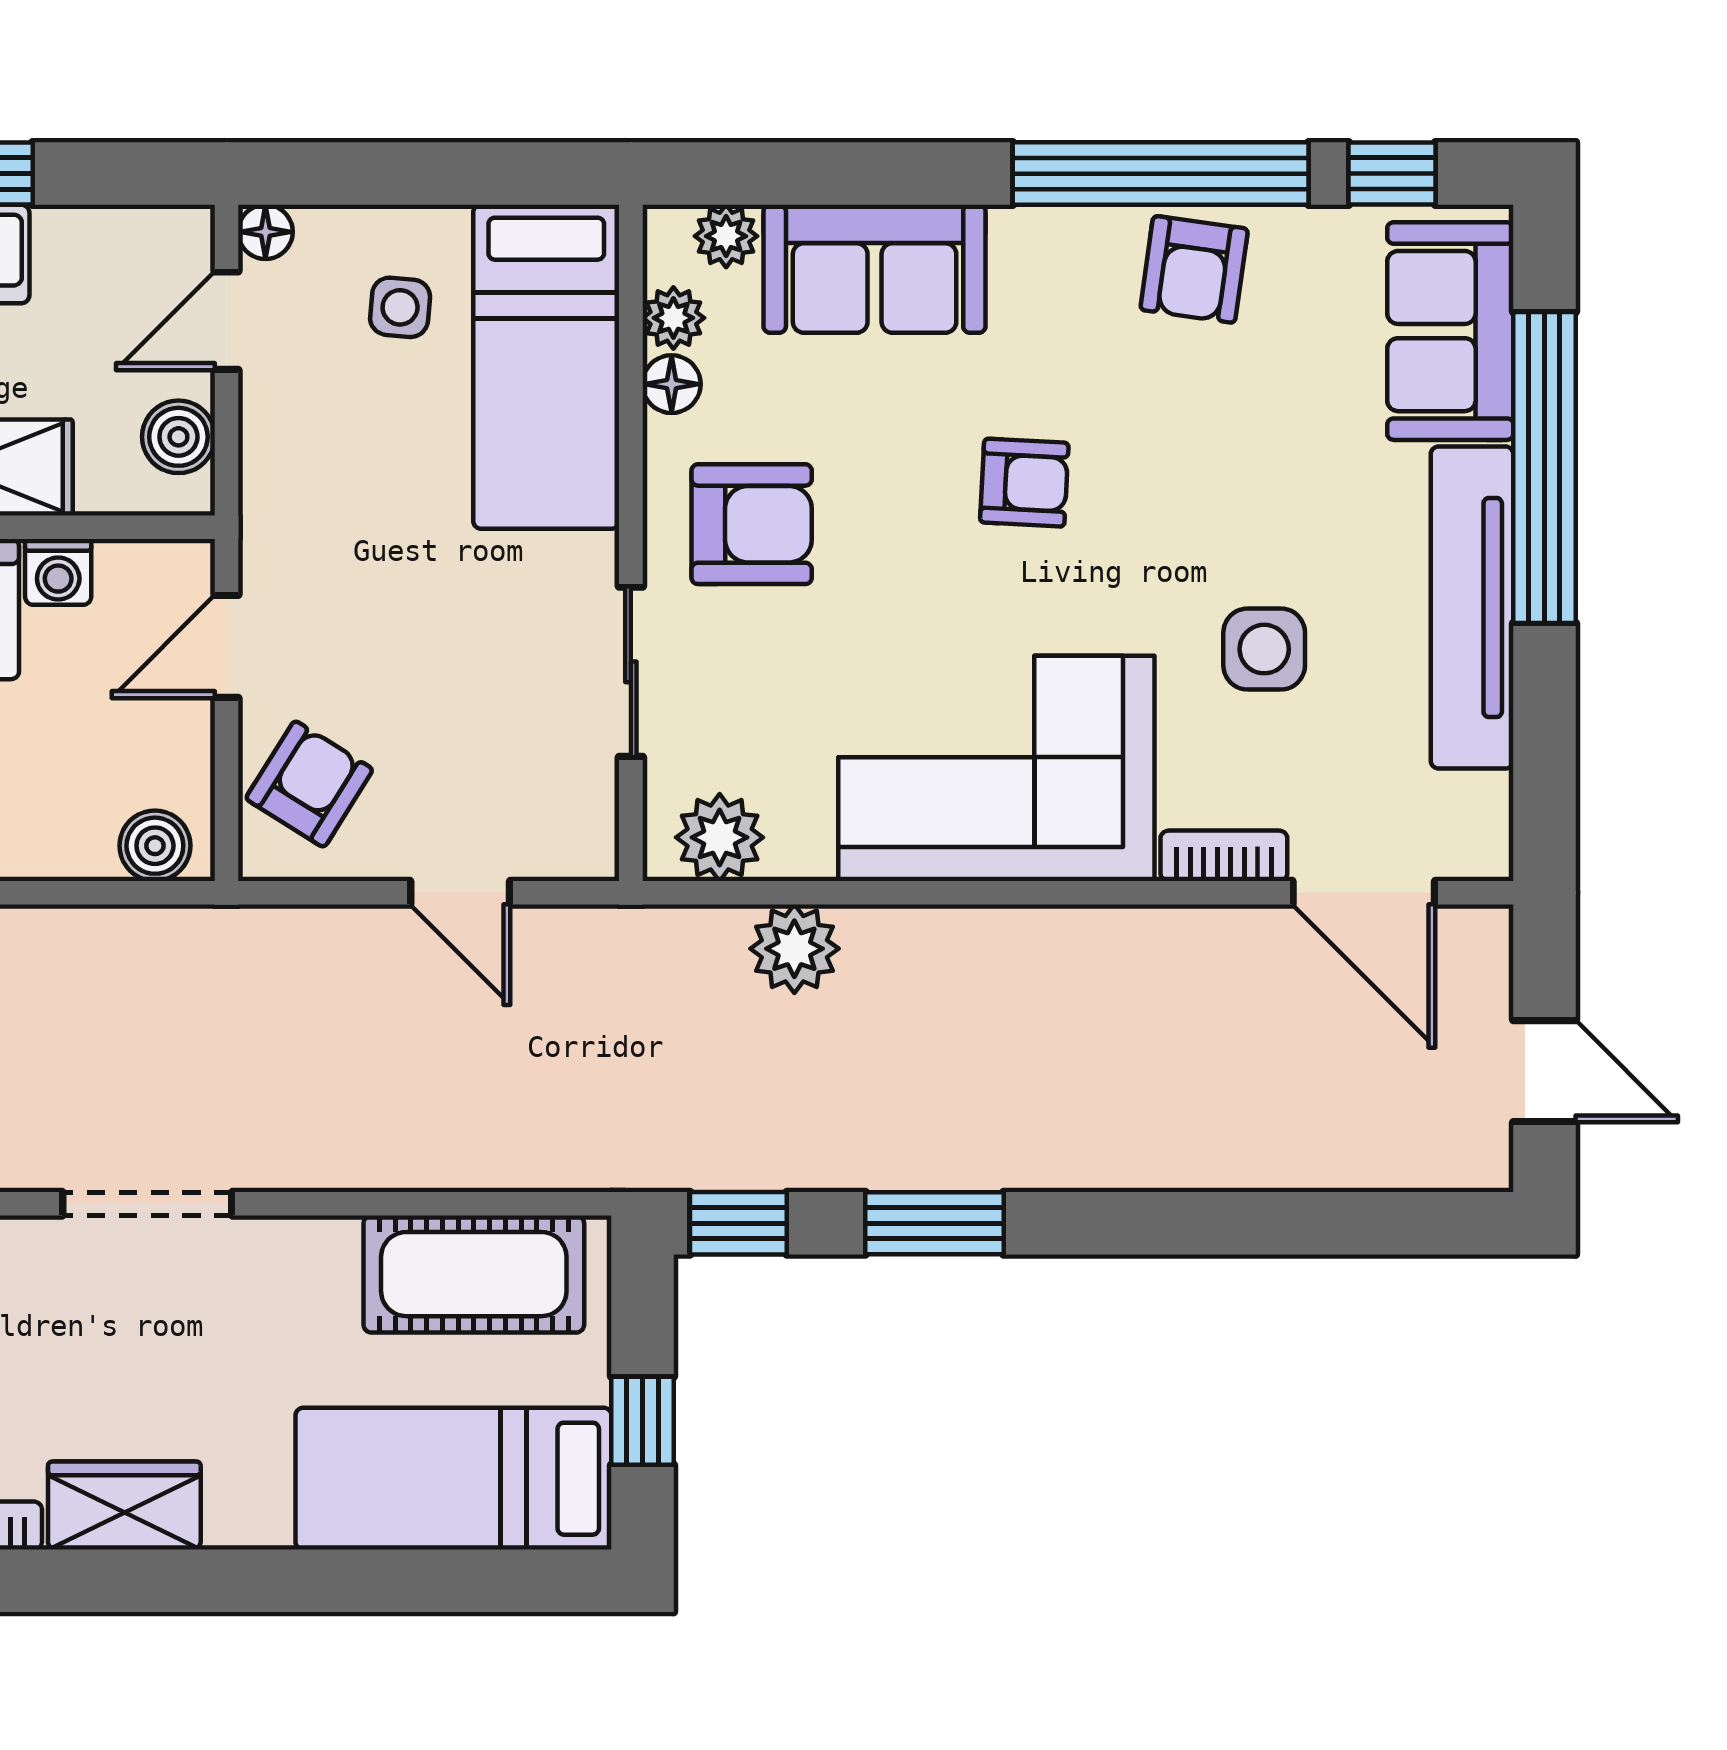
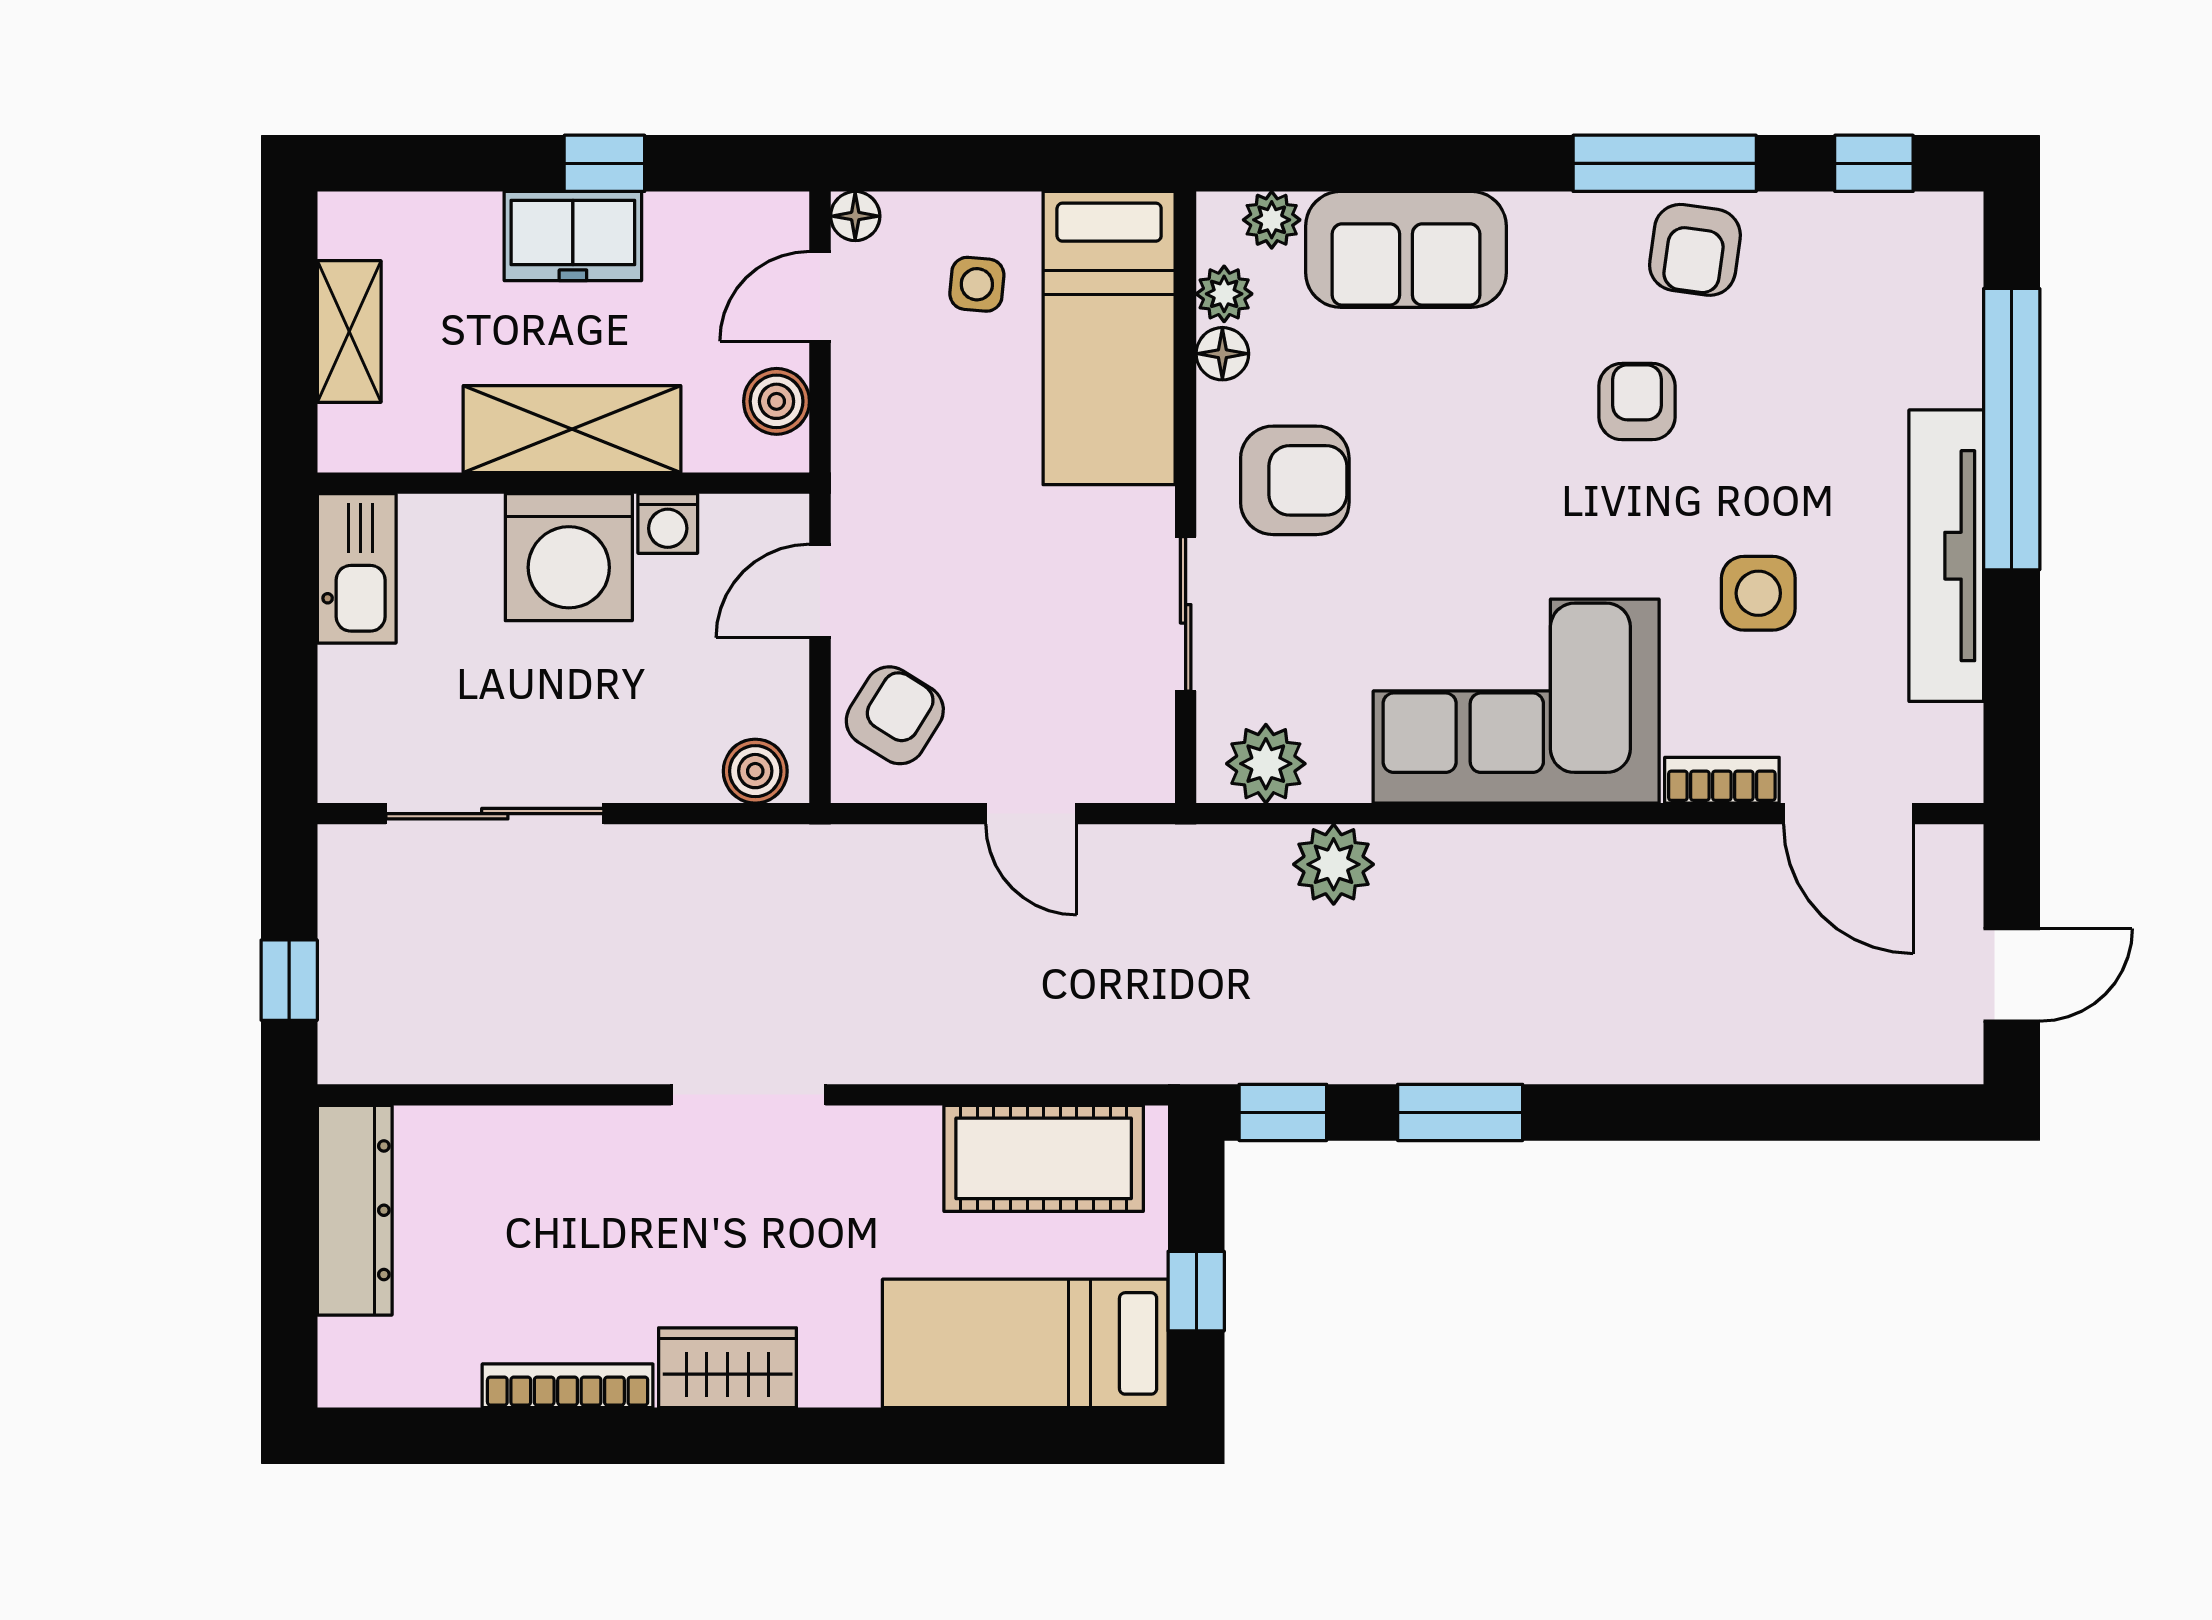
window: (1161, 174) -> (1665, 163), width x0.68
sofa: (1450, 331) -> (1927, 306), removed
armchair: (1024, 483) -> (1637, 402), moved, turned -93
door: (1544, 1071) -> (2012, 975), hinge flipped

